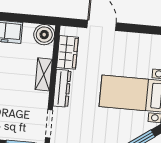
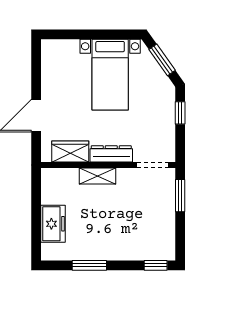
boiler: (44, 35) -> (53, 180), removed

